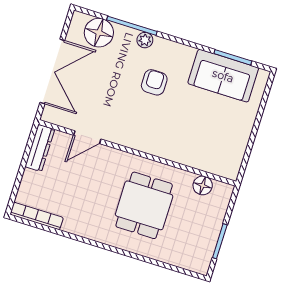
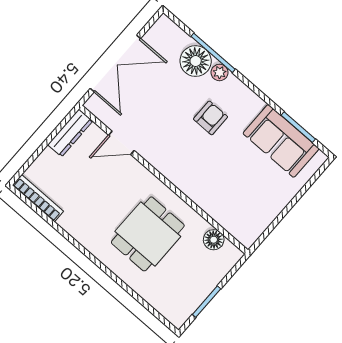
floor lamp: (99, 33) -> (196, 61), moved

